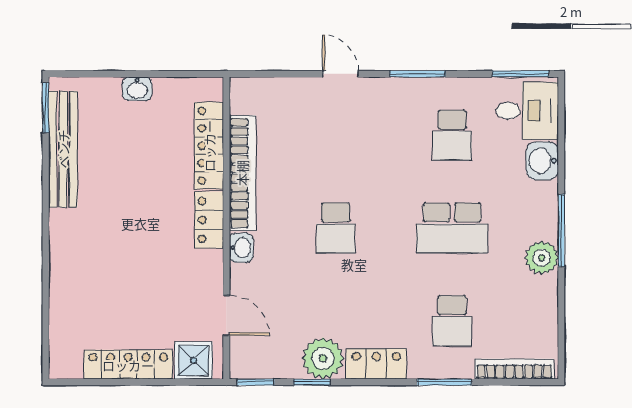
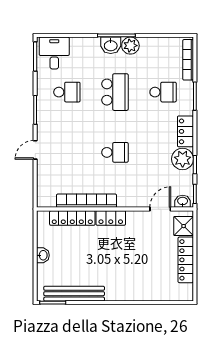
washbasin: (542, 161) -> (111, 45), moved
washbasin: (241, 248) -> (183, 201), moved

